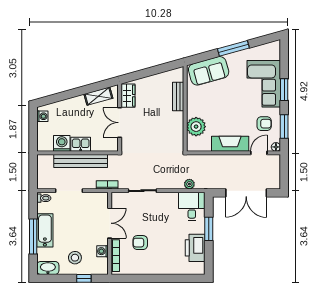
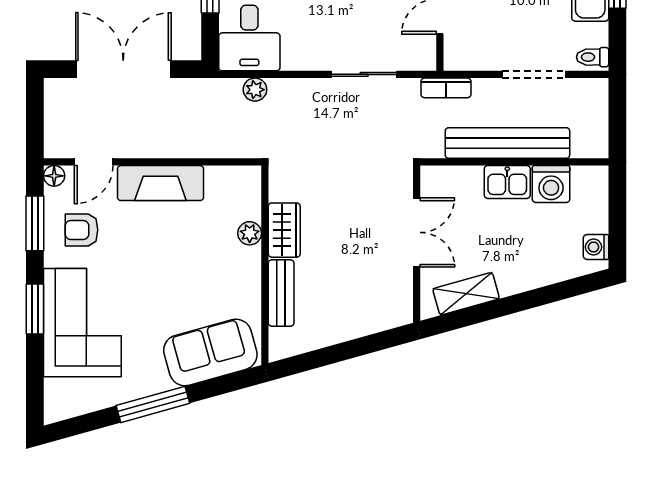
wardrobe: (128, 96) -> (284, 230), moved, turned 180
plant: (196, 127) -> (250, 233), width x0.53, depth x0.53

